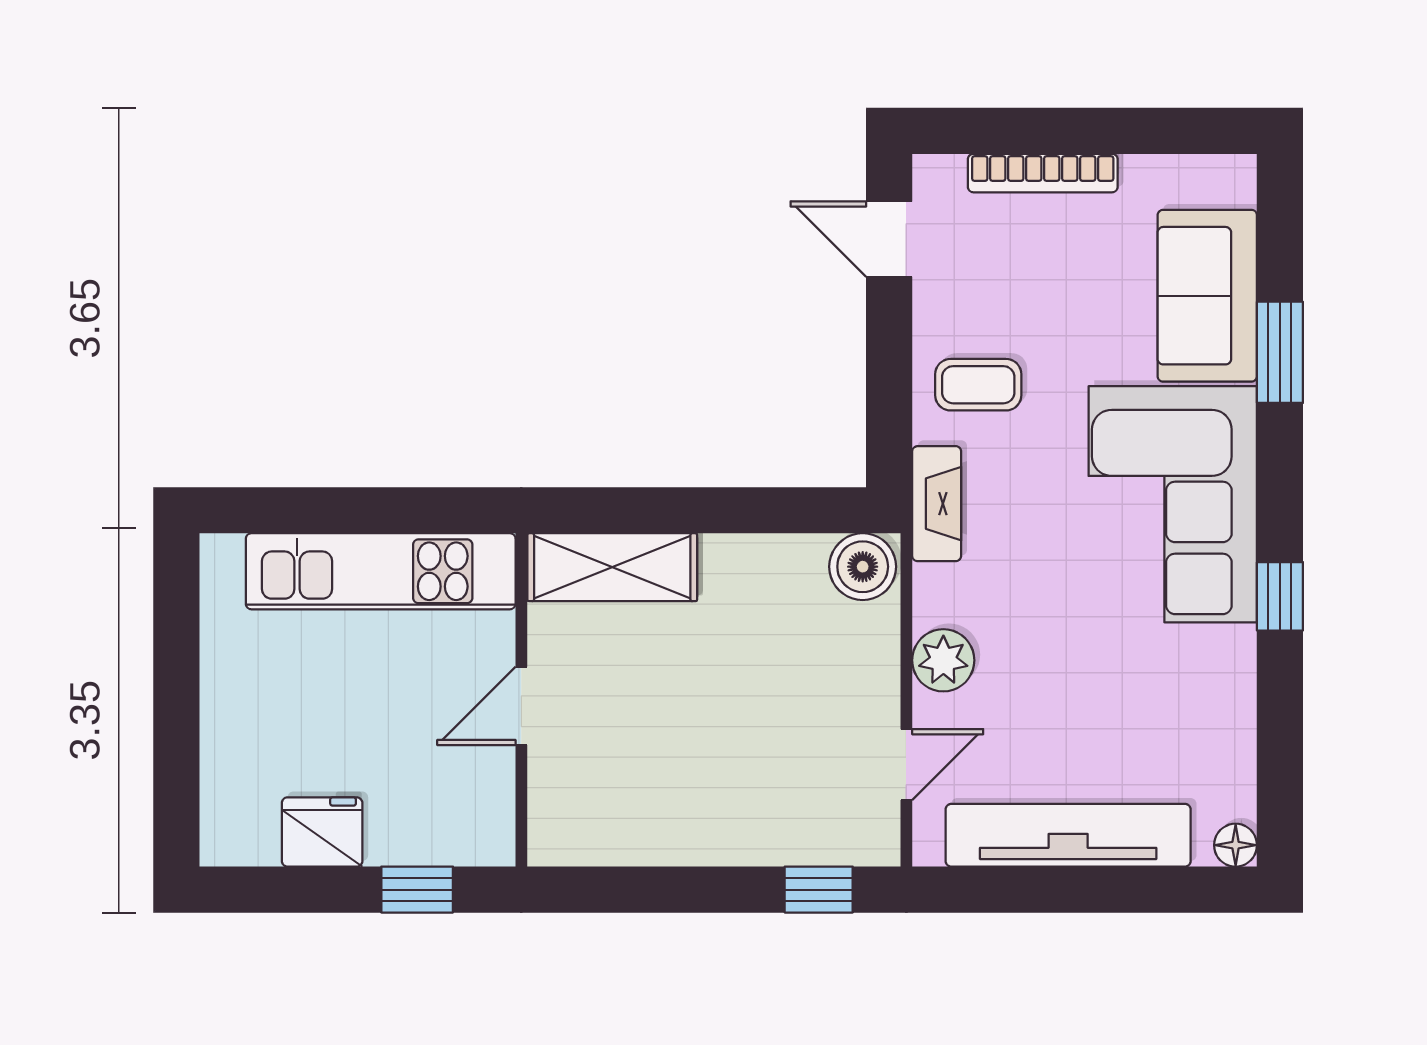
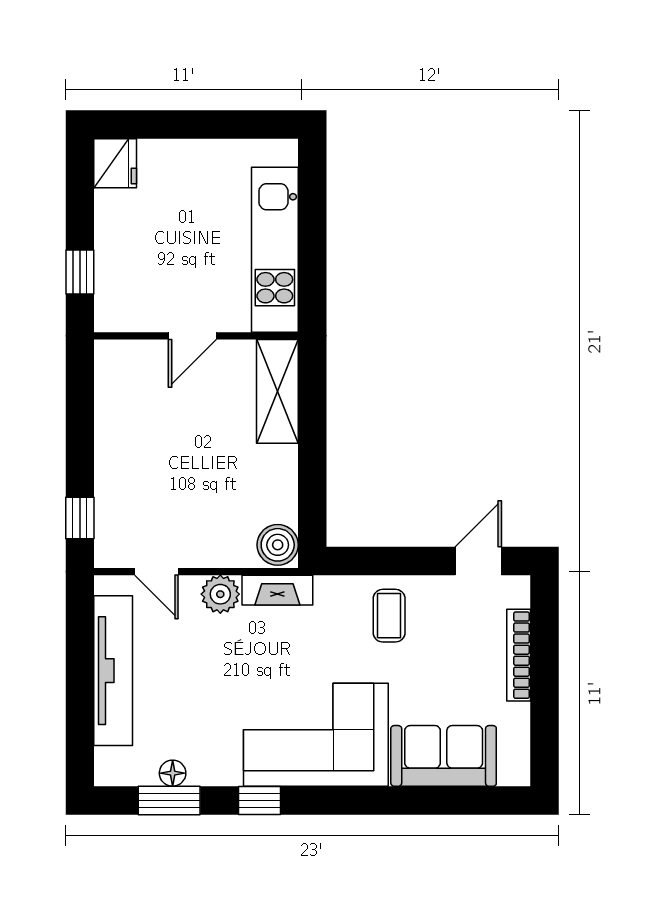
window: (1280, 352) -> (169, 800), moved
fireplace: (937, 504) -> (277, 590), moved
door: (521, 706) -> (192, 336), swing flipped
fridge: (322, 832) -> (115, 163), moved
floor lamp: (1236, 845) -> (173, 773), moved

